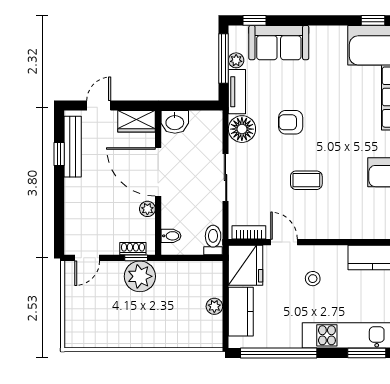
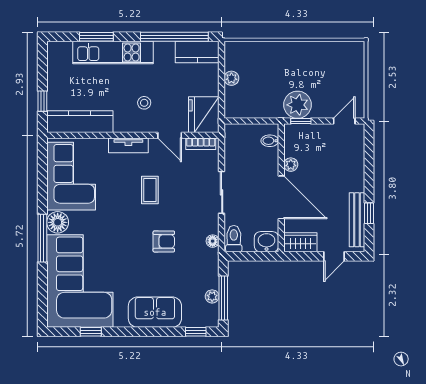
sofa: (279, 43) -> (155, 312), moved
tv unit: (237, 92) -> (128, 145), moved, turned -90
floor lamp: (242, 129) -> (213, 241), width x0.53, depth x0.53
coffee table: (306, 180) -> (150, 190), turned 90
toilet: (213, 240) -> (234, 239), moved, turned 180
shoe rack: (133, 249) -> (304, 129), removed
kitchen counter: (241, 312) -> (197, 52), moved, turned -90

